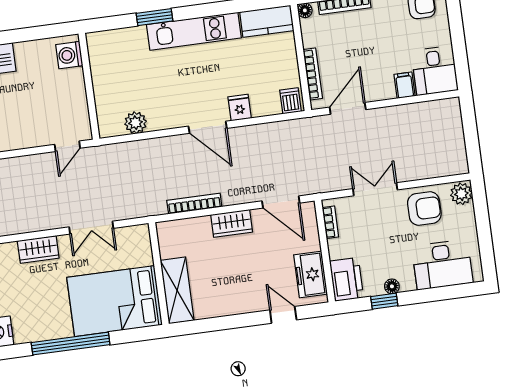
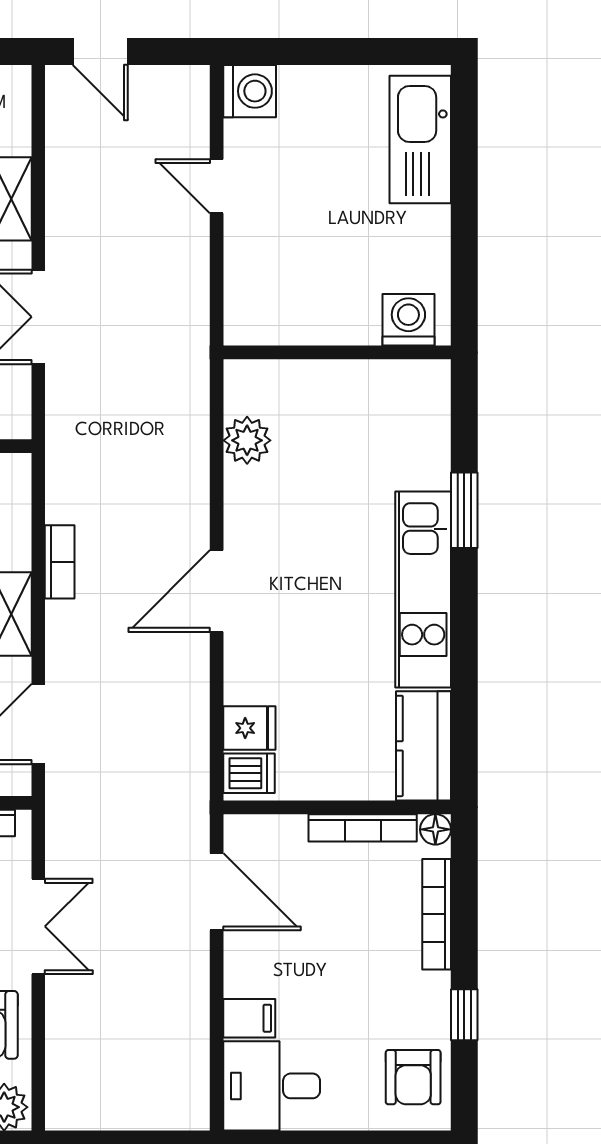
bookcase: (313, 74) -> (363, 828), moved
fridge: (240, 108) -> (249, 728), moved
door: (67, 146) -> (217, 186), moved
bookcase: (194, 204) -> (60, 562), width x0.64

